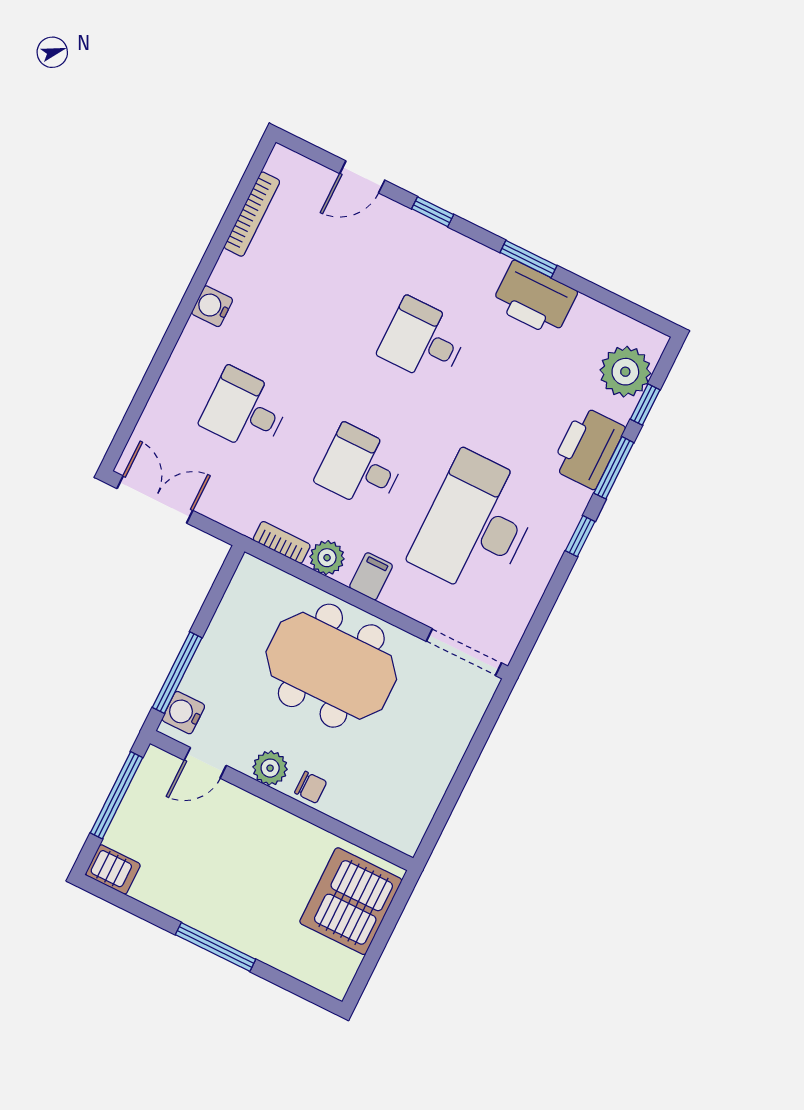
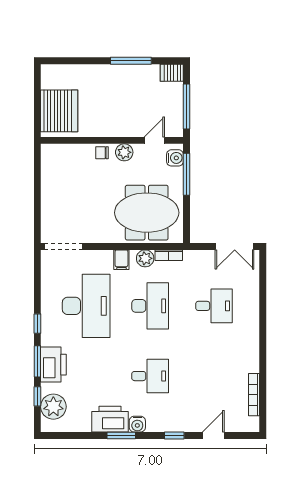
water cooler: (212, 306) -> (137, 424), moved, turned 90
desk: (361, 467) -> (150, 306), width x1.37
meeting table: (331, 666) -> (147, 213), moved
window: (216, 947) -> (131, 61), moved

